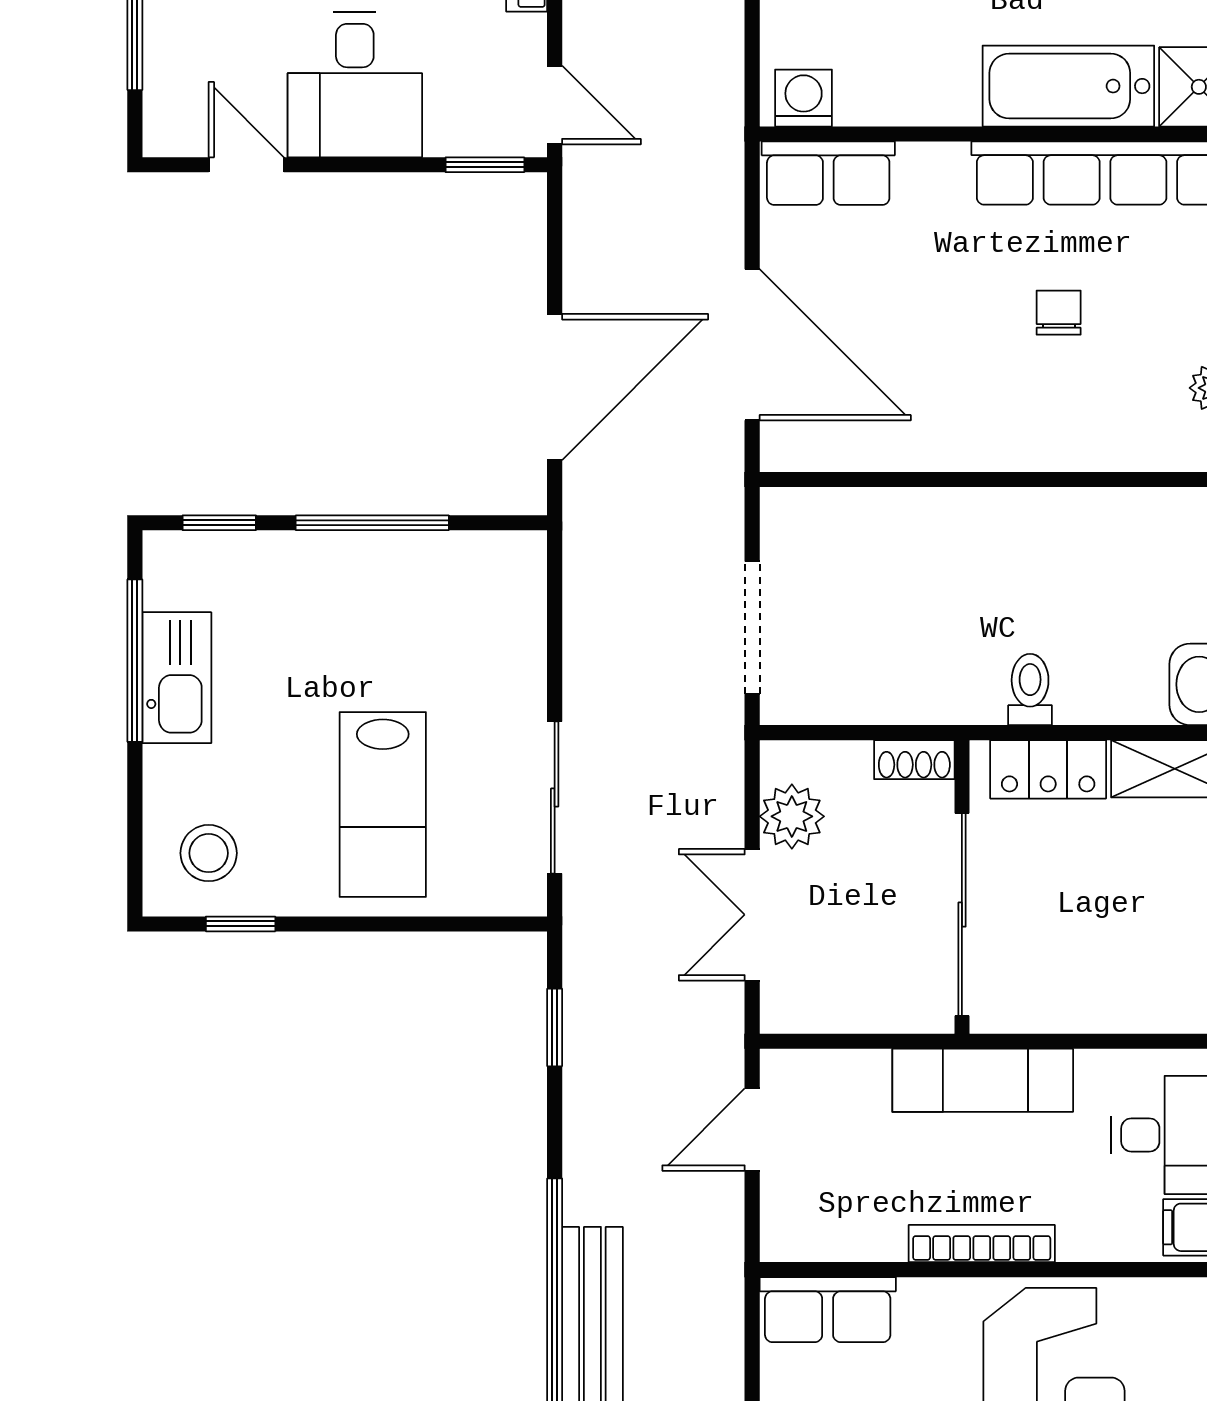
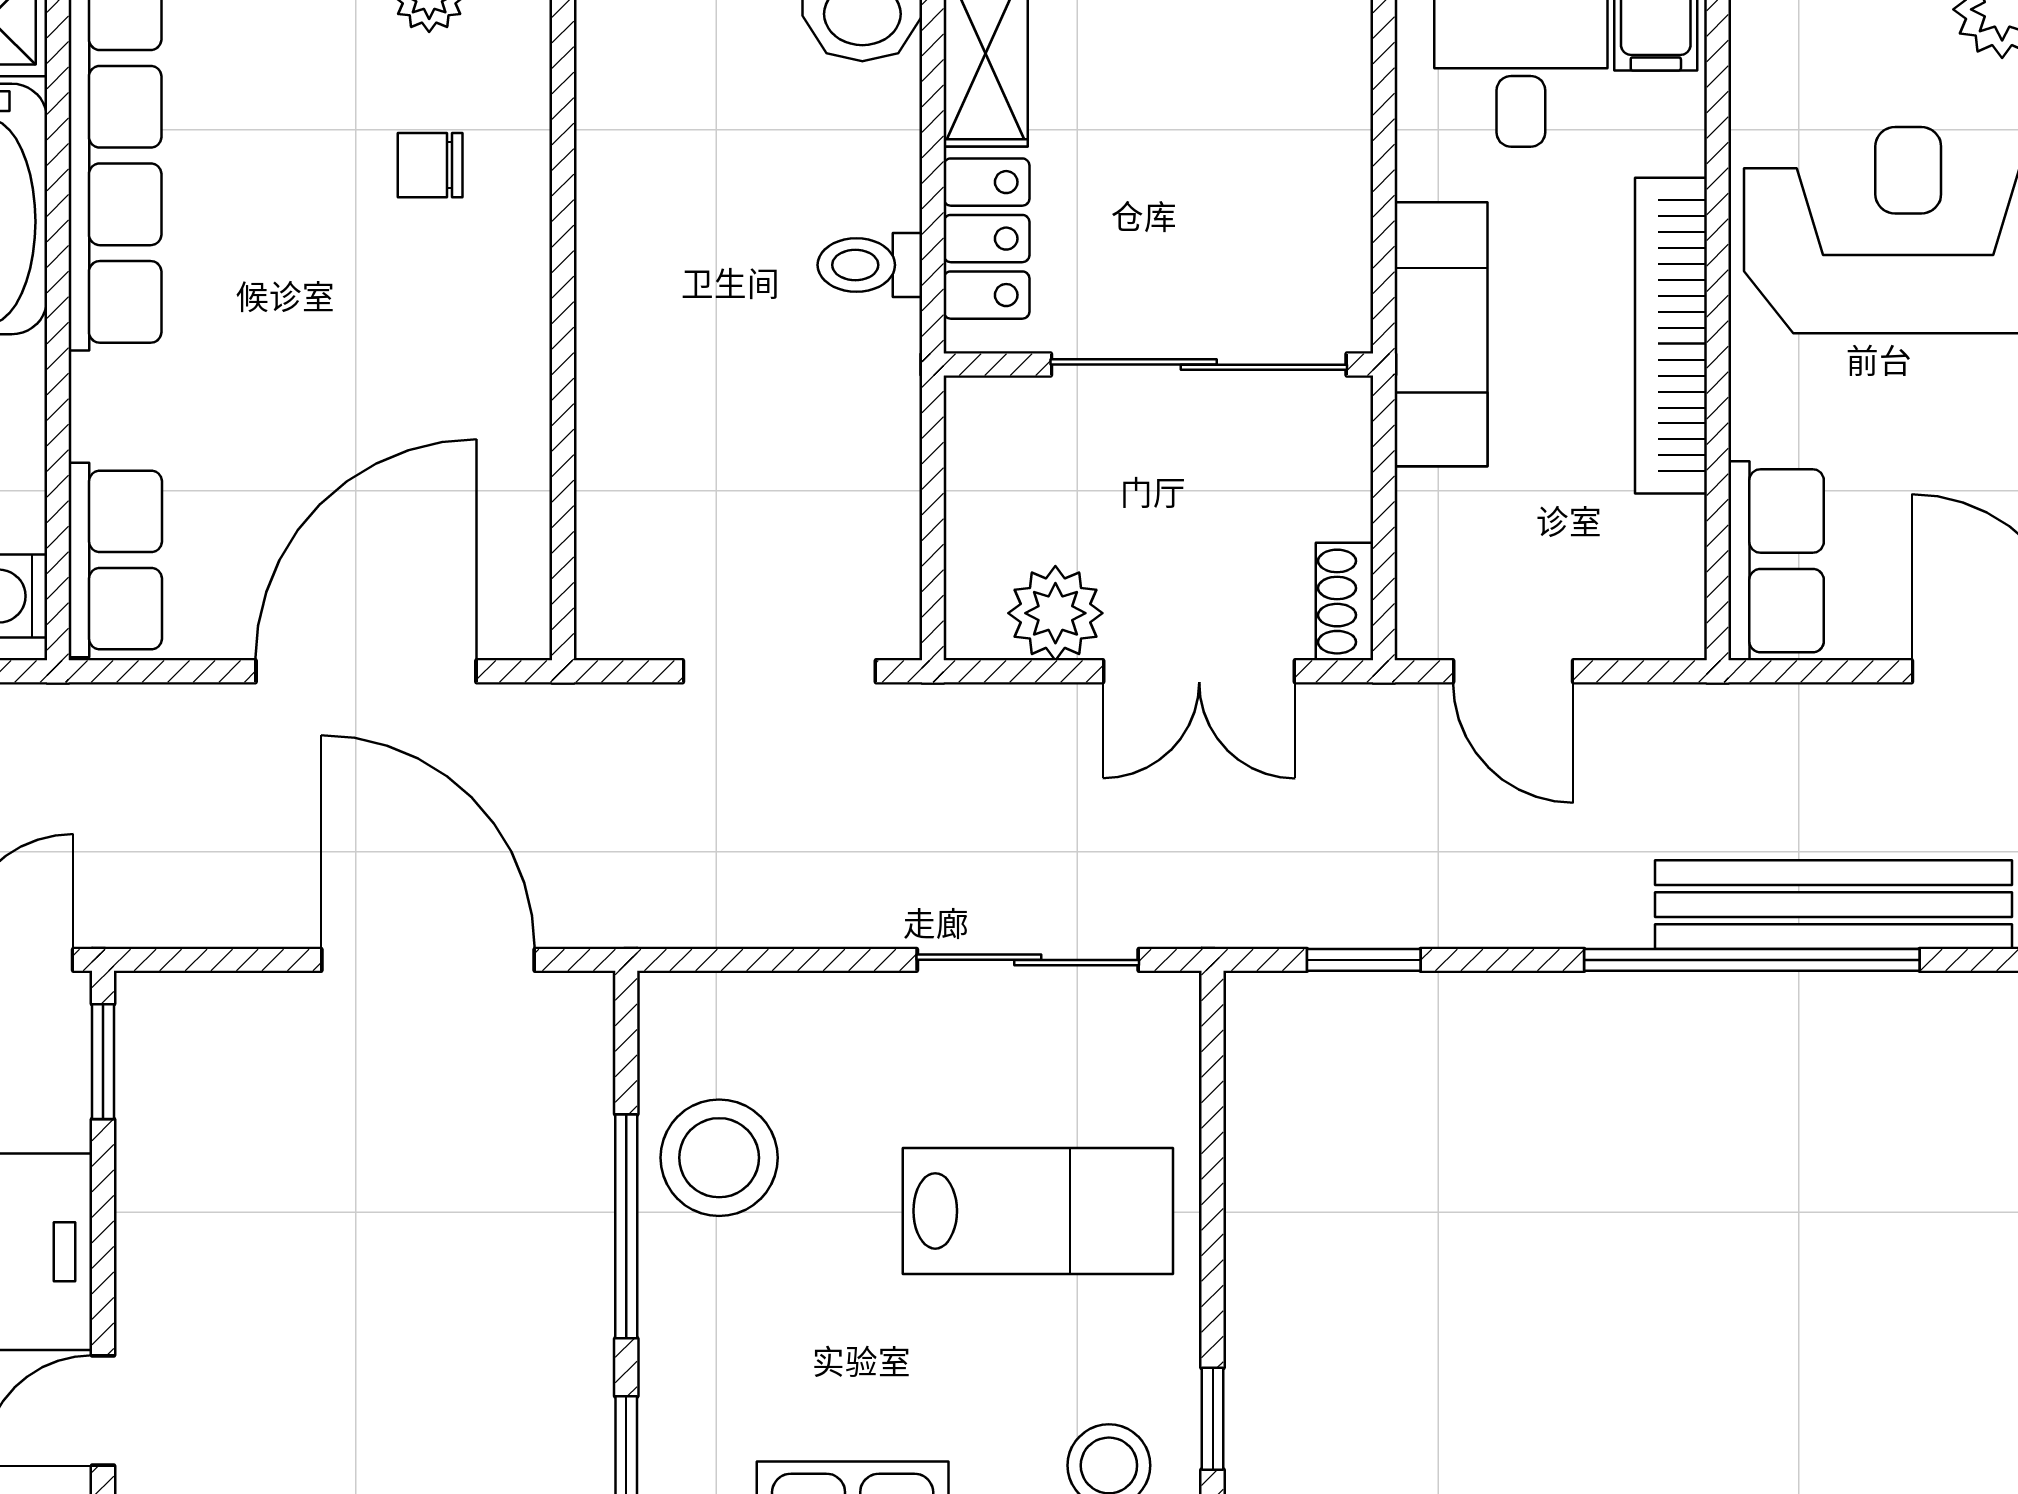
chair: (1059, 313) -> (430, 165), moved
stool: (419, 586) -> (719, 1158), added
shoe rack: (914, 760) -> (1344, 602), moved, turned 180
bookcase: (982, 1243) -> (1671, 336), width x1.48, depth x1.31

